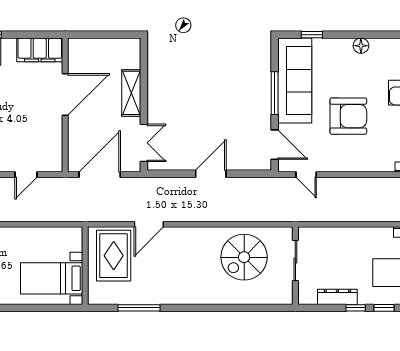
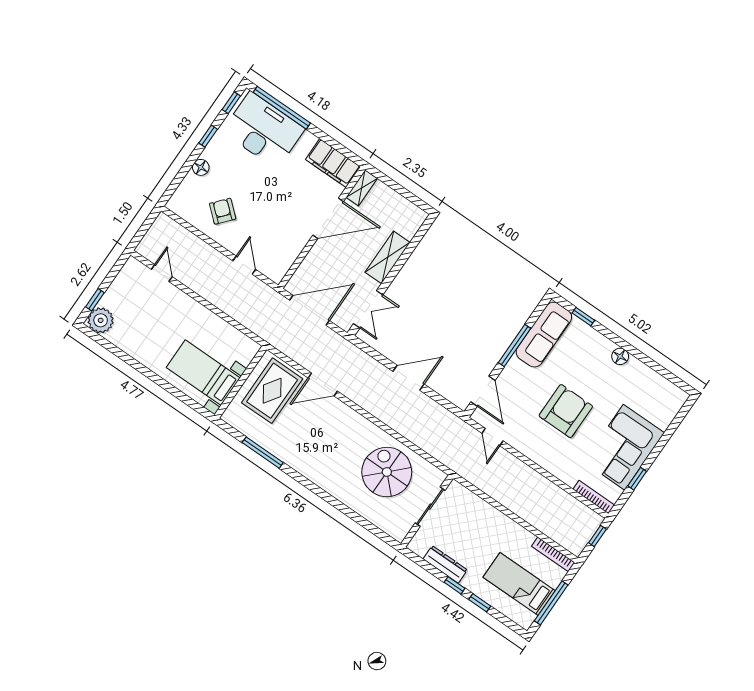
shelving: (75, 54) -> (362, 188), added
sofa: (295, 81) -> (544, 335), width x0.74, depth x0.79
armchair: (348, 116) -> (566, 411), turned -90
door: (26, 175) -> (244, 265), swing flipped
spiral stairs: (244, 257) -> (387, 472), turned 90

